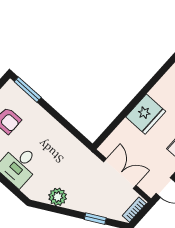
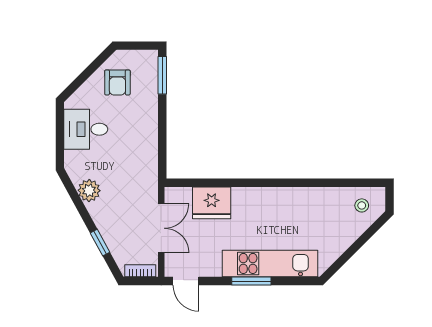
fridge: (146, 114) -> (212, 203), moved

